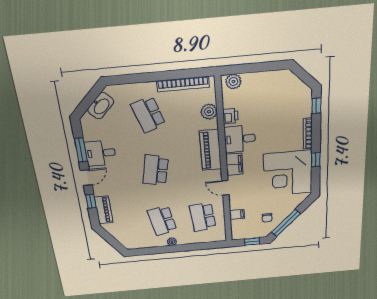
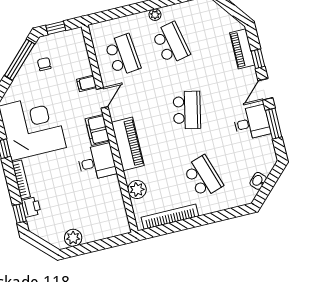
plant: (233, 82) -> (73, 238), moved
washbasin: (101, 106) -> (258, 181), width x0.52, depth x0.69
printer: (230, 116) -> (31, 207), moved, turned 180
door: (225, 188) -> (102, 98), hinge flipped
filing cabinet: (237, 214) -> (87, 83), moved

